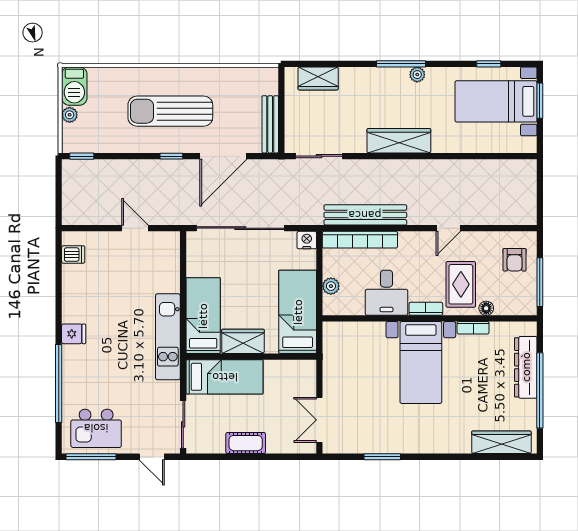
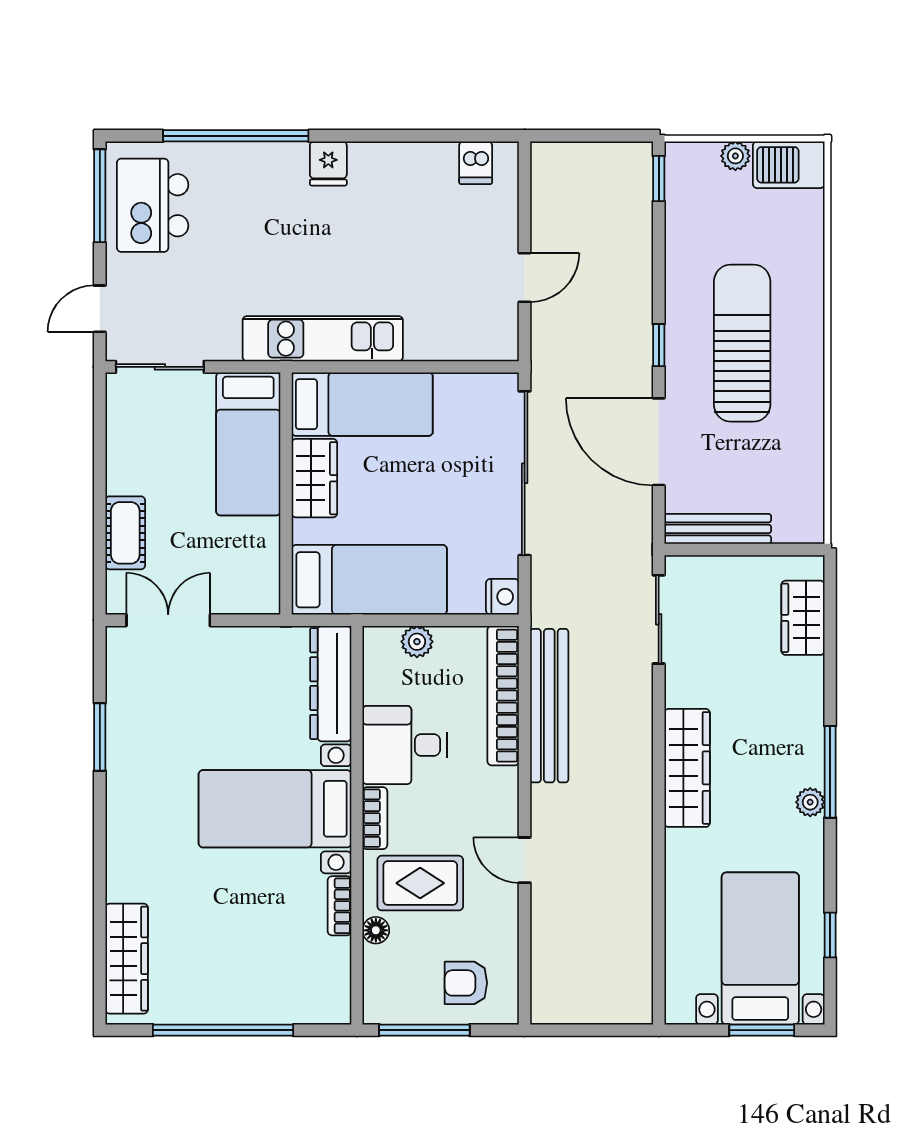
dresser: (526, 367) -> (331, 684), moved, turned -90
cot: (246, 443) -> (125, 533), moved

